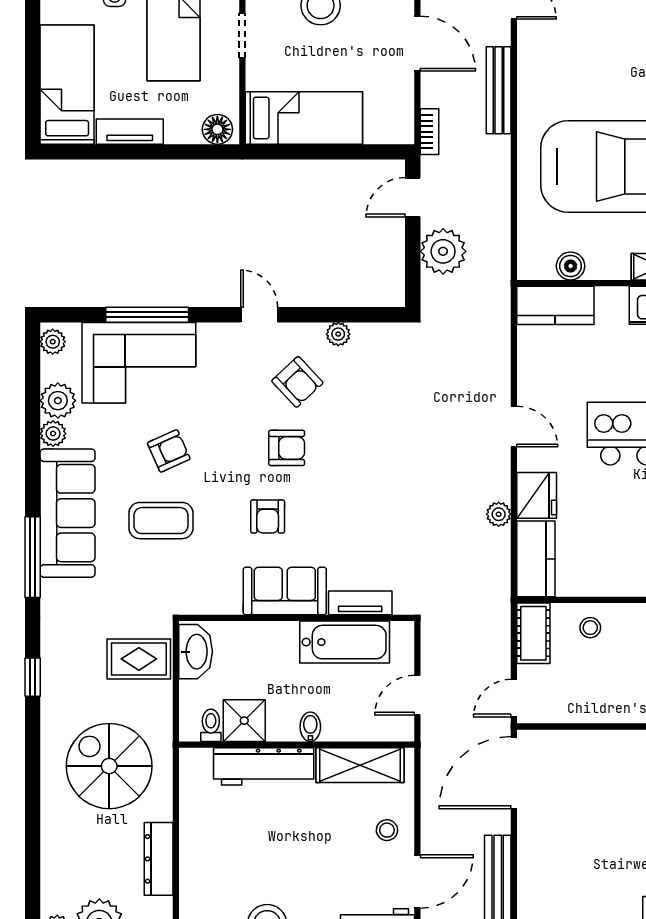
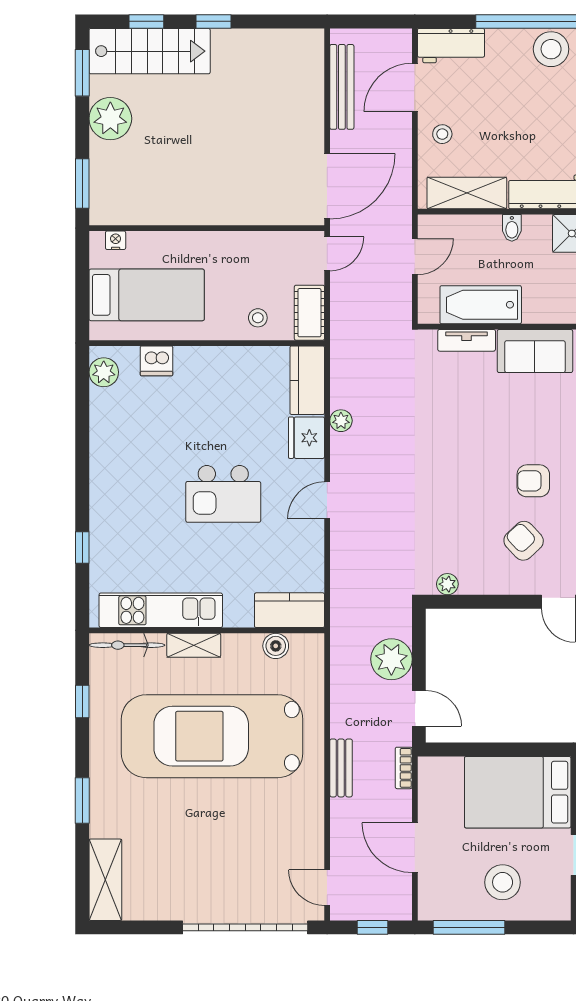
bench: (499, 90) -> (341, 768), moved, width x0.73
bed: (304, 118) -> (518, 792), width x1.50
door: (413, 197) -> (419, 708), hinge flipped
plant: (338, 334) -> (447, 584), moved
door: (514, 426) -> (327, 500), hinge flipped
armchair: (268, 516) -> (551, 419), removed

